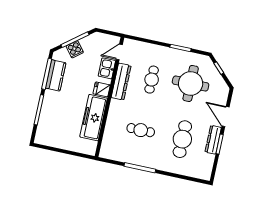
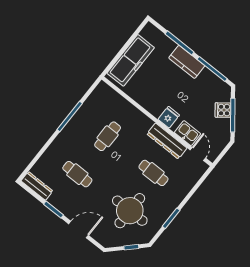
kitchen counter: (56, 75) -> (187, 62), moved
freezer: (94, 118) -> (131, 60), moved, turned 90
cafe table: (182, 139) -> (77, 174), width x0.73, depth x0.74
dresser: (213, 140) -> (37, 186), moved

